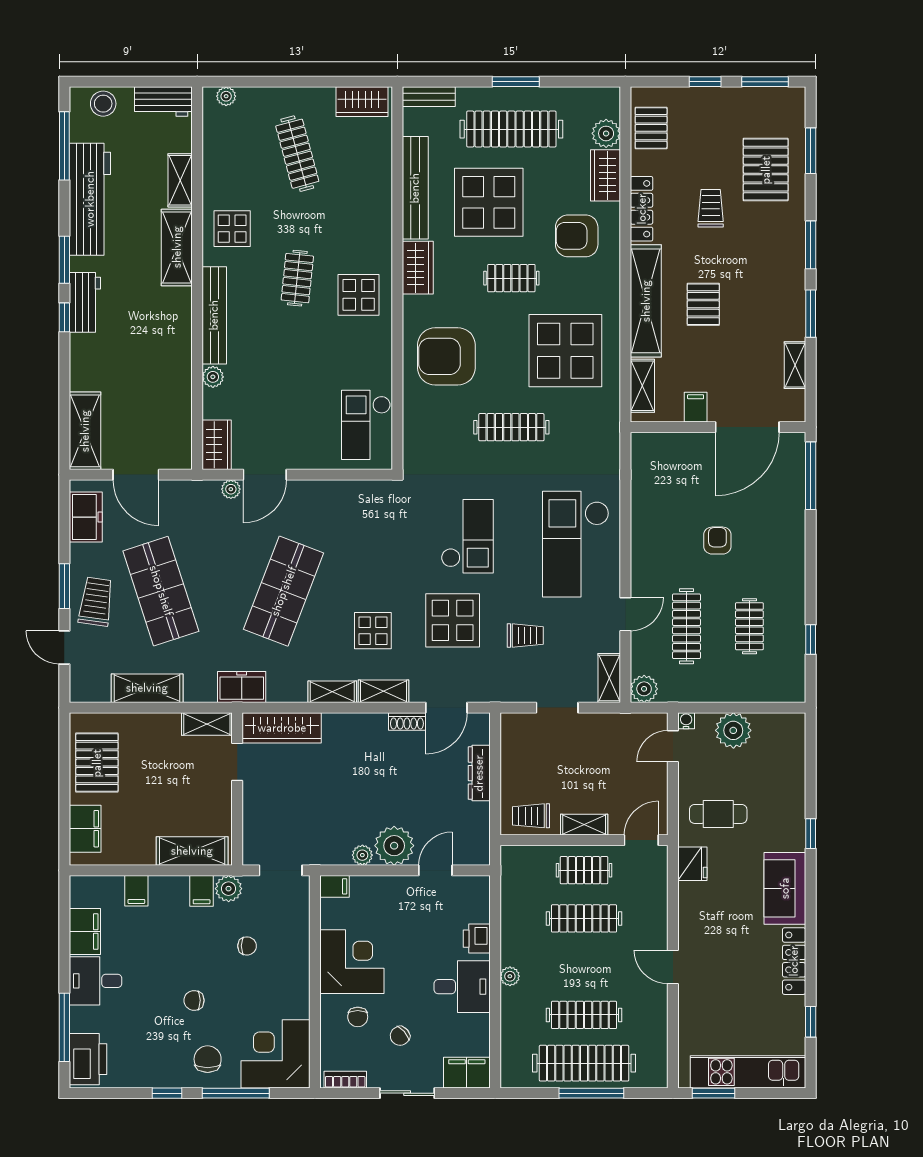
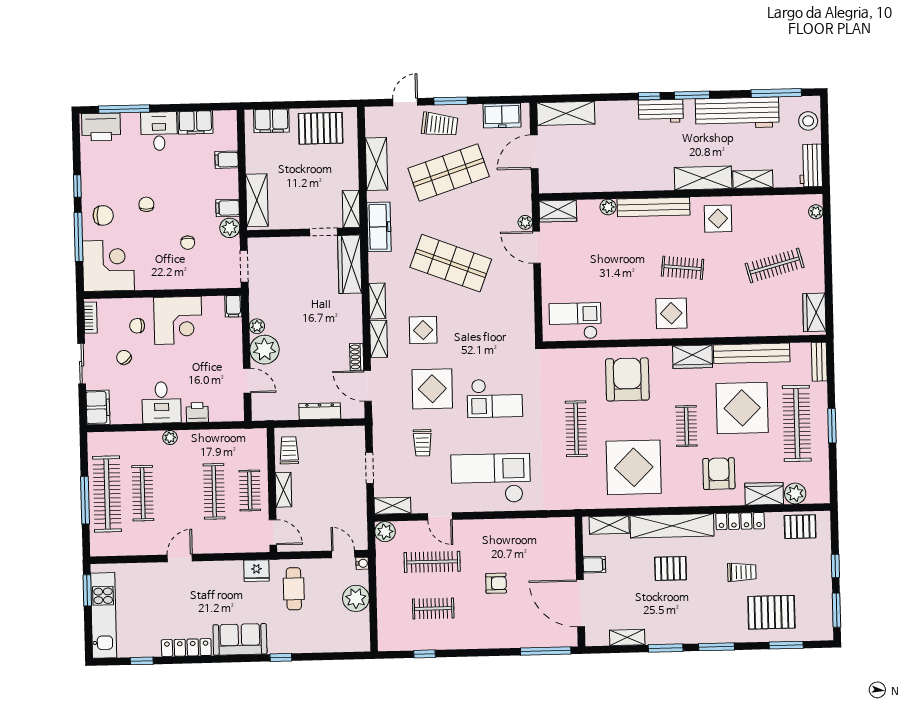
freezer: (242, 687) -> (379, 227), width x1.40

